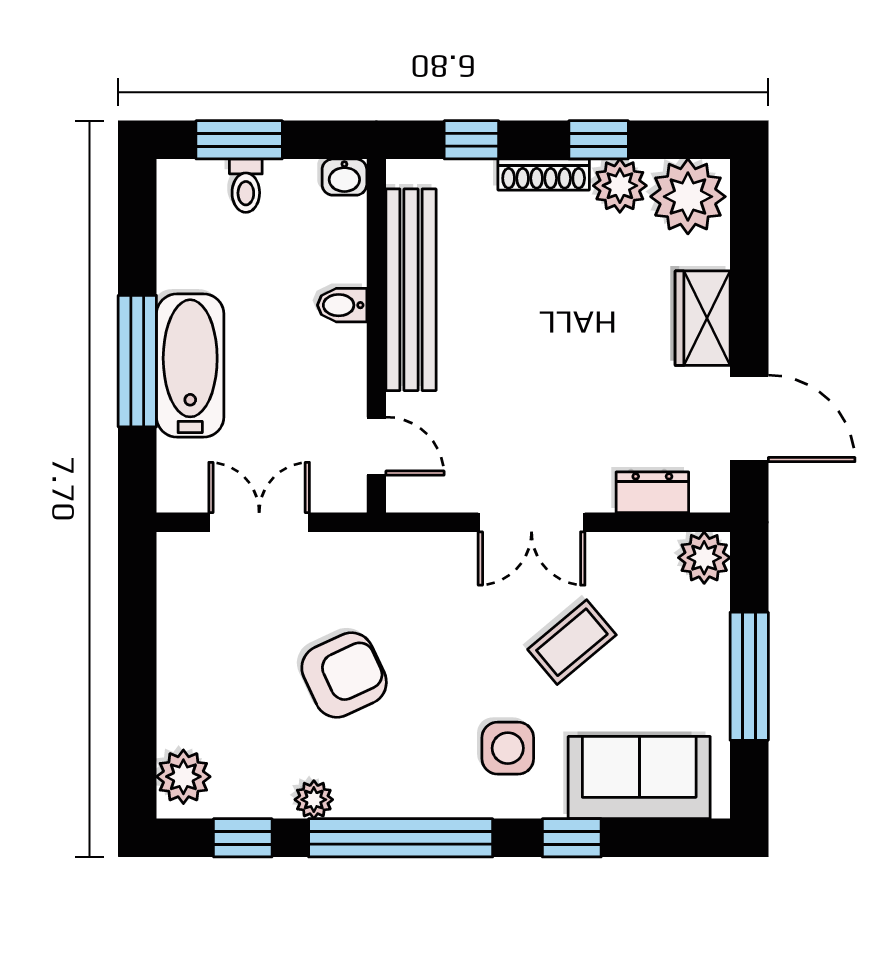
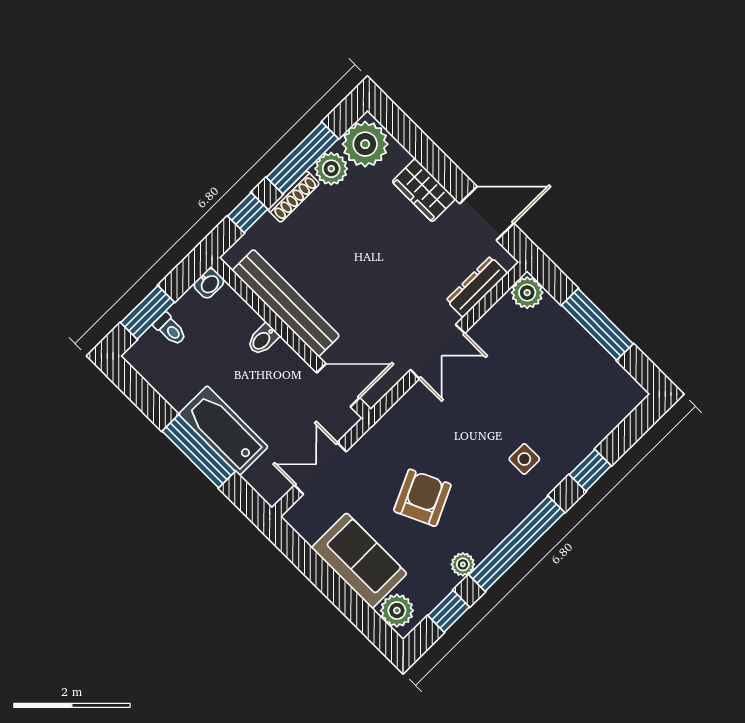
window: (599, 140) -> (302, 158), width x2.17
door: (376, 446) -> (338, 385), width x1.38
dresser: (652, 492) -> (477, 287), width x1.44
coffee table: (572, 642) -> (506, 386), removed
side table: (508, 748) -> (524, 459), width x0.73, depth x0.73
sofa: (639, 778) -> (359, 561), moved, turned 90

